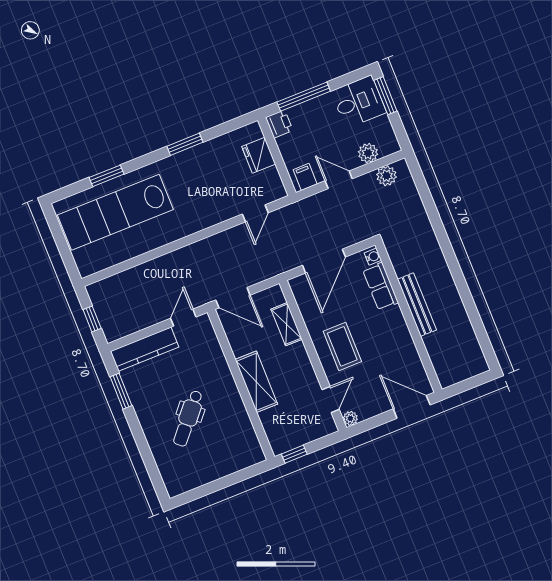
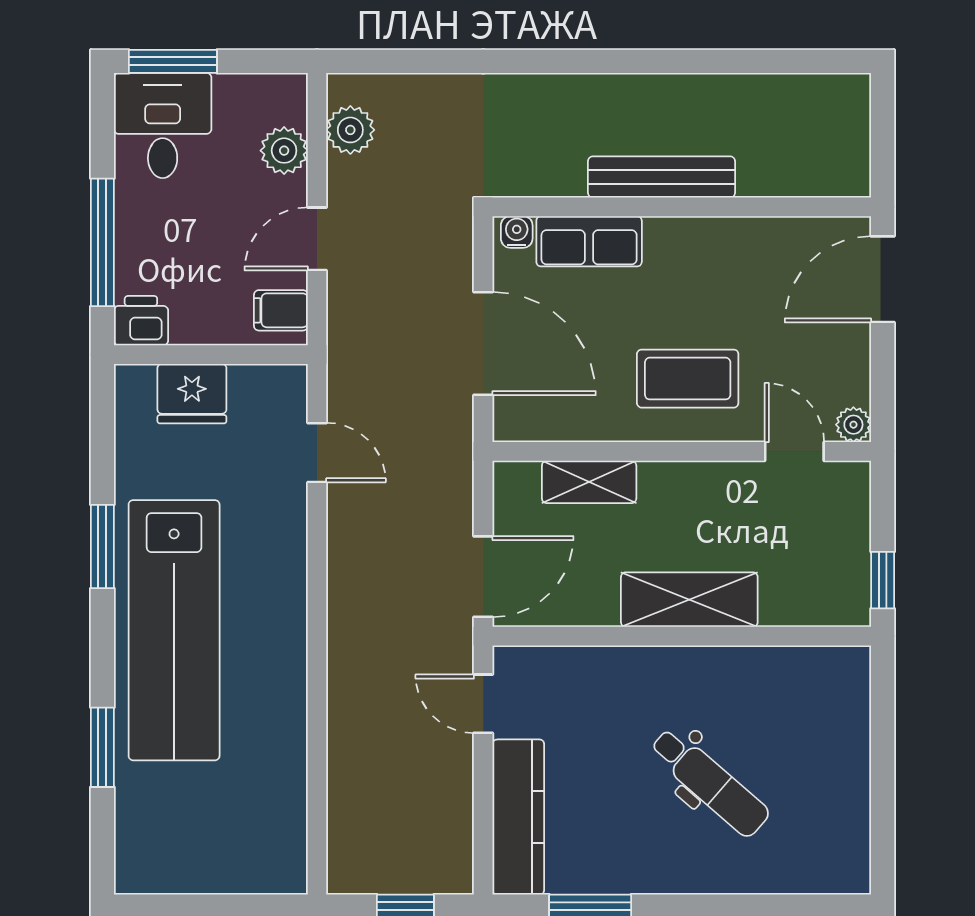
lab bench: (115, 212) -> (174, 630), moved

